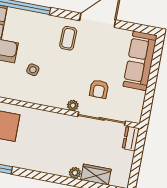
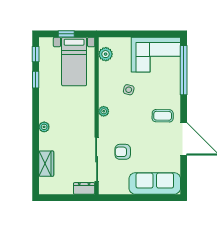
plant: (73, 105) -> (104, 111), moved
plant: (75, 173) -> (44, 127), moved

